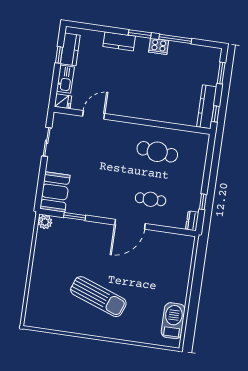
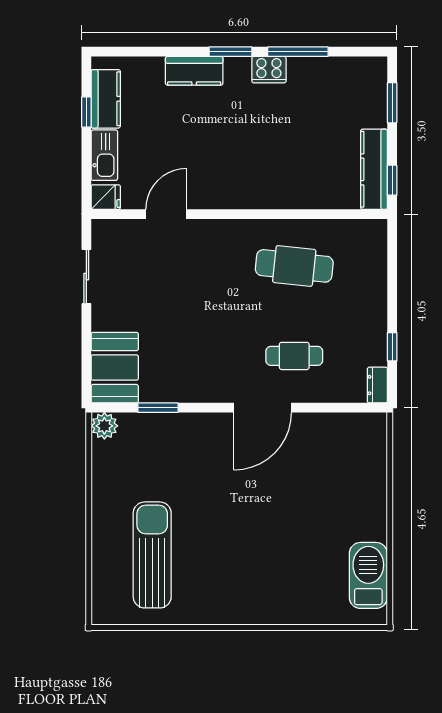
sun lounger: (98, 297) -> (152, 555), moved, turned -110

